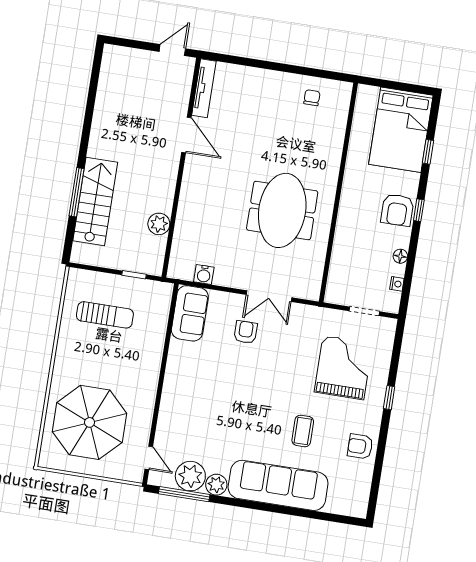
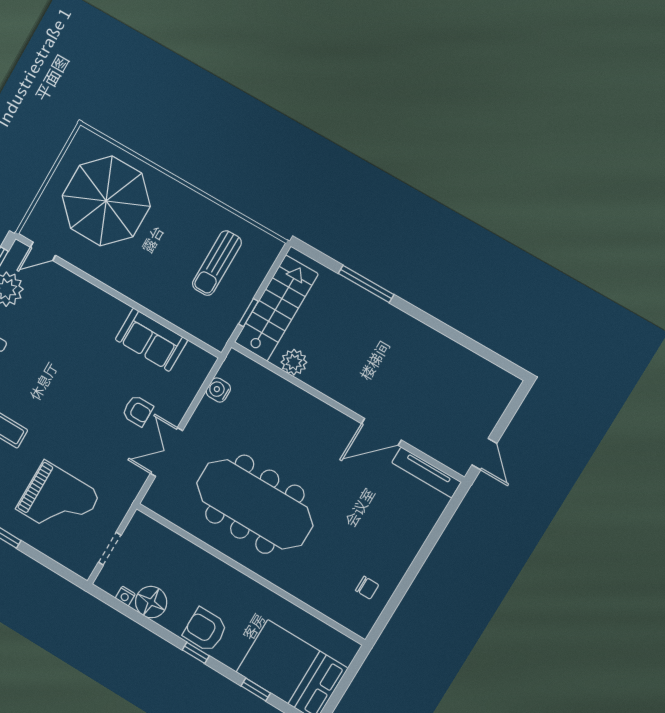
stairs: (95, 202) -> (276, 308), moved, turned -90
meeting table: (282, 210) -> (255, 504), width x1.36
floor lamp: (400, 256) -> (151, 602), width x1.89, depth x1.89
sofa: (190, 313) -> (151, 340), moved

